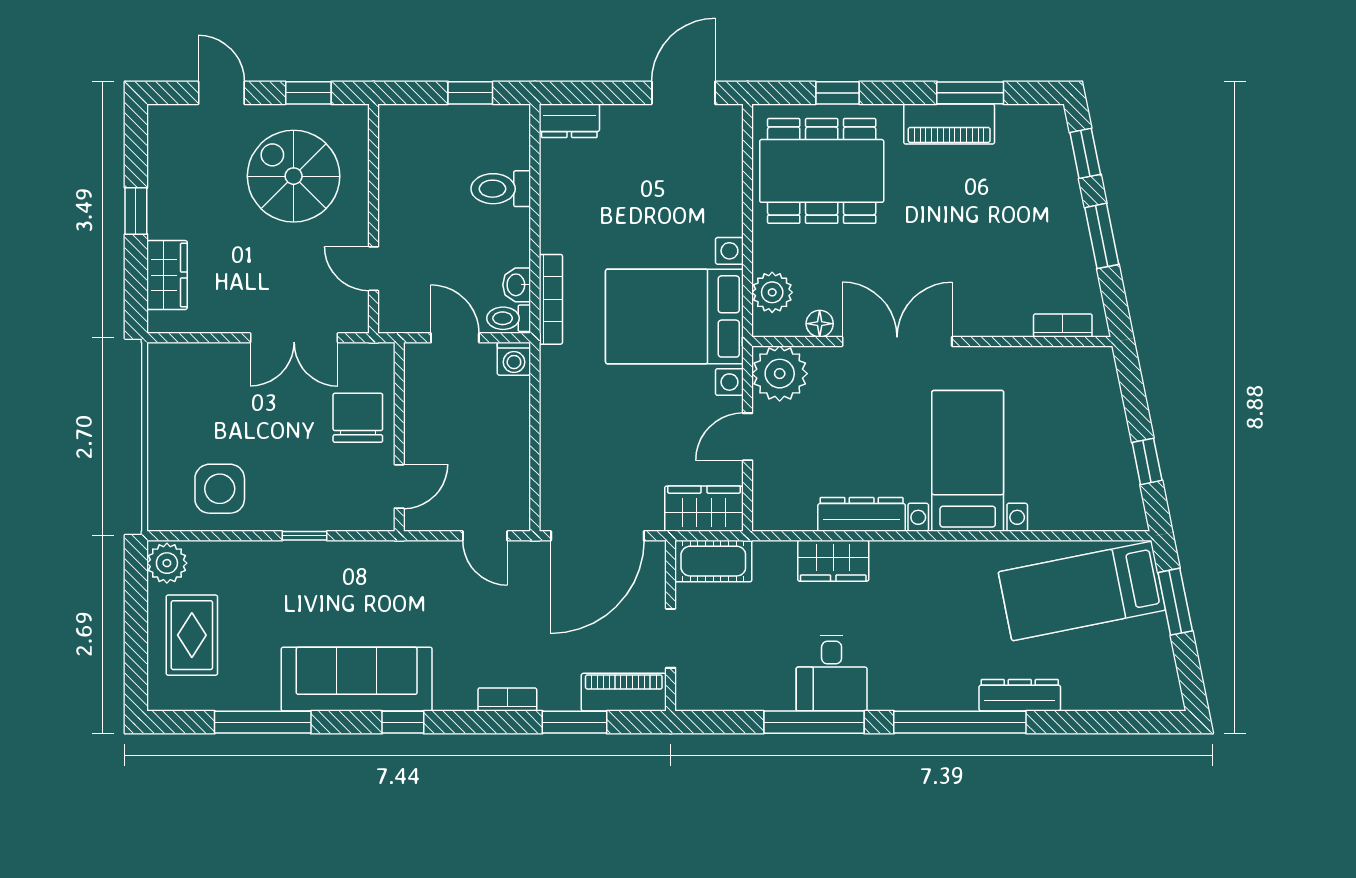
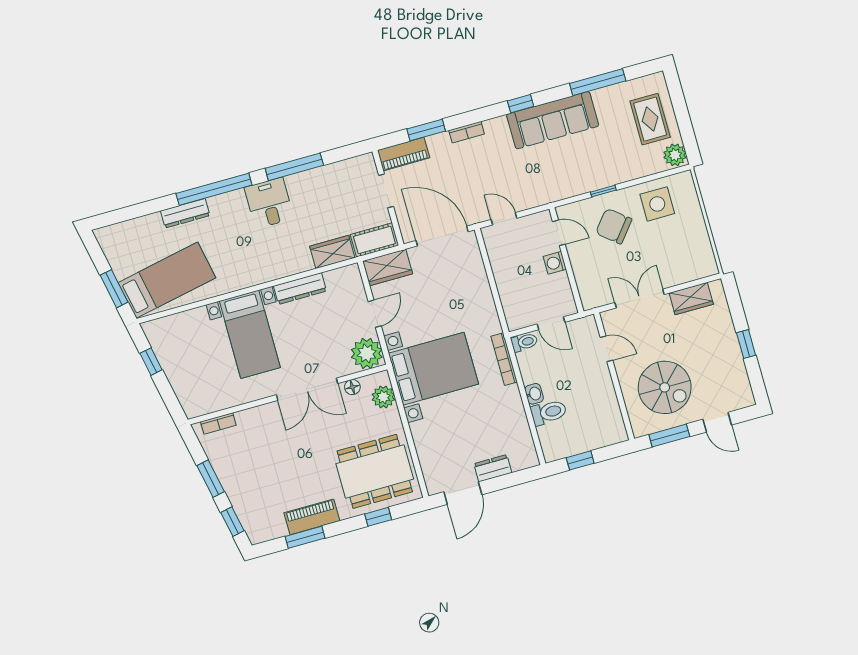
window: (308, 93) -> (669, 436), width x1.50
dresser: (569, 121) -> (493, 468), moved
wardrobe: (167, 275) -> (691, 299), moved, turned -90
washbasin: (517, 285) -> (534, 394), moved
washing machine: (514, 359) -> (555, 263), moved, turned -90
chair: (358, 418) -> (614, 226), moved, turned 129
door: (399, 486) -> (559, 233), swing flipped
door: (597, 536) -> (442, 236), hinge flipped
wardrobe: (833, 561) -> (332, 252), moved
desk: (832, 673) -> (269, 203), moved

